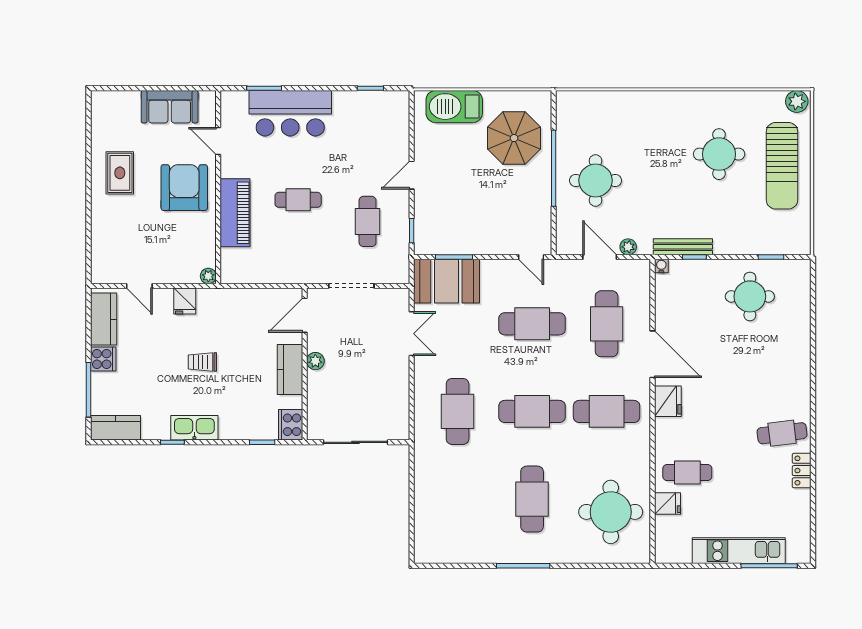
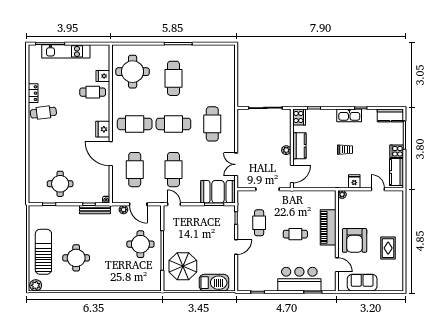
cafe table: (532, 324) -> (173, 170), turned 90

